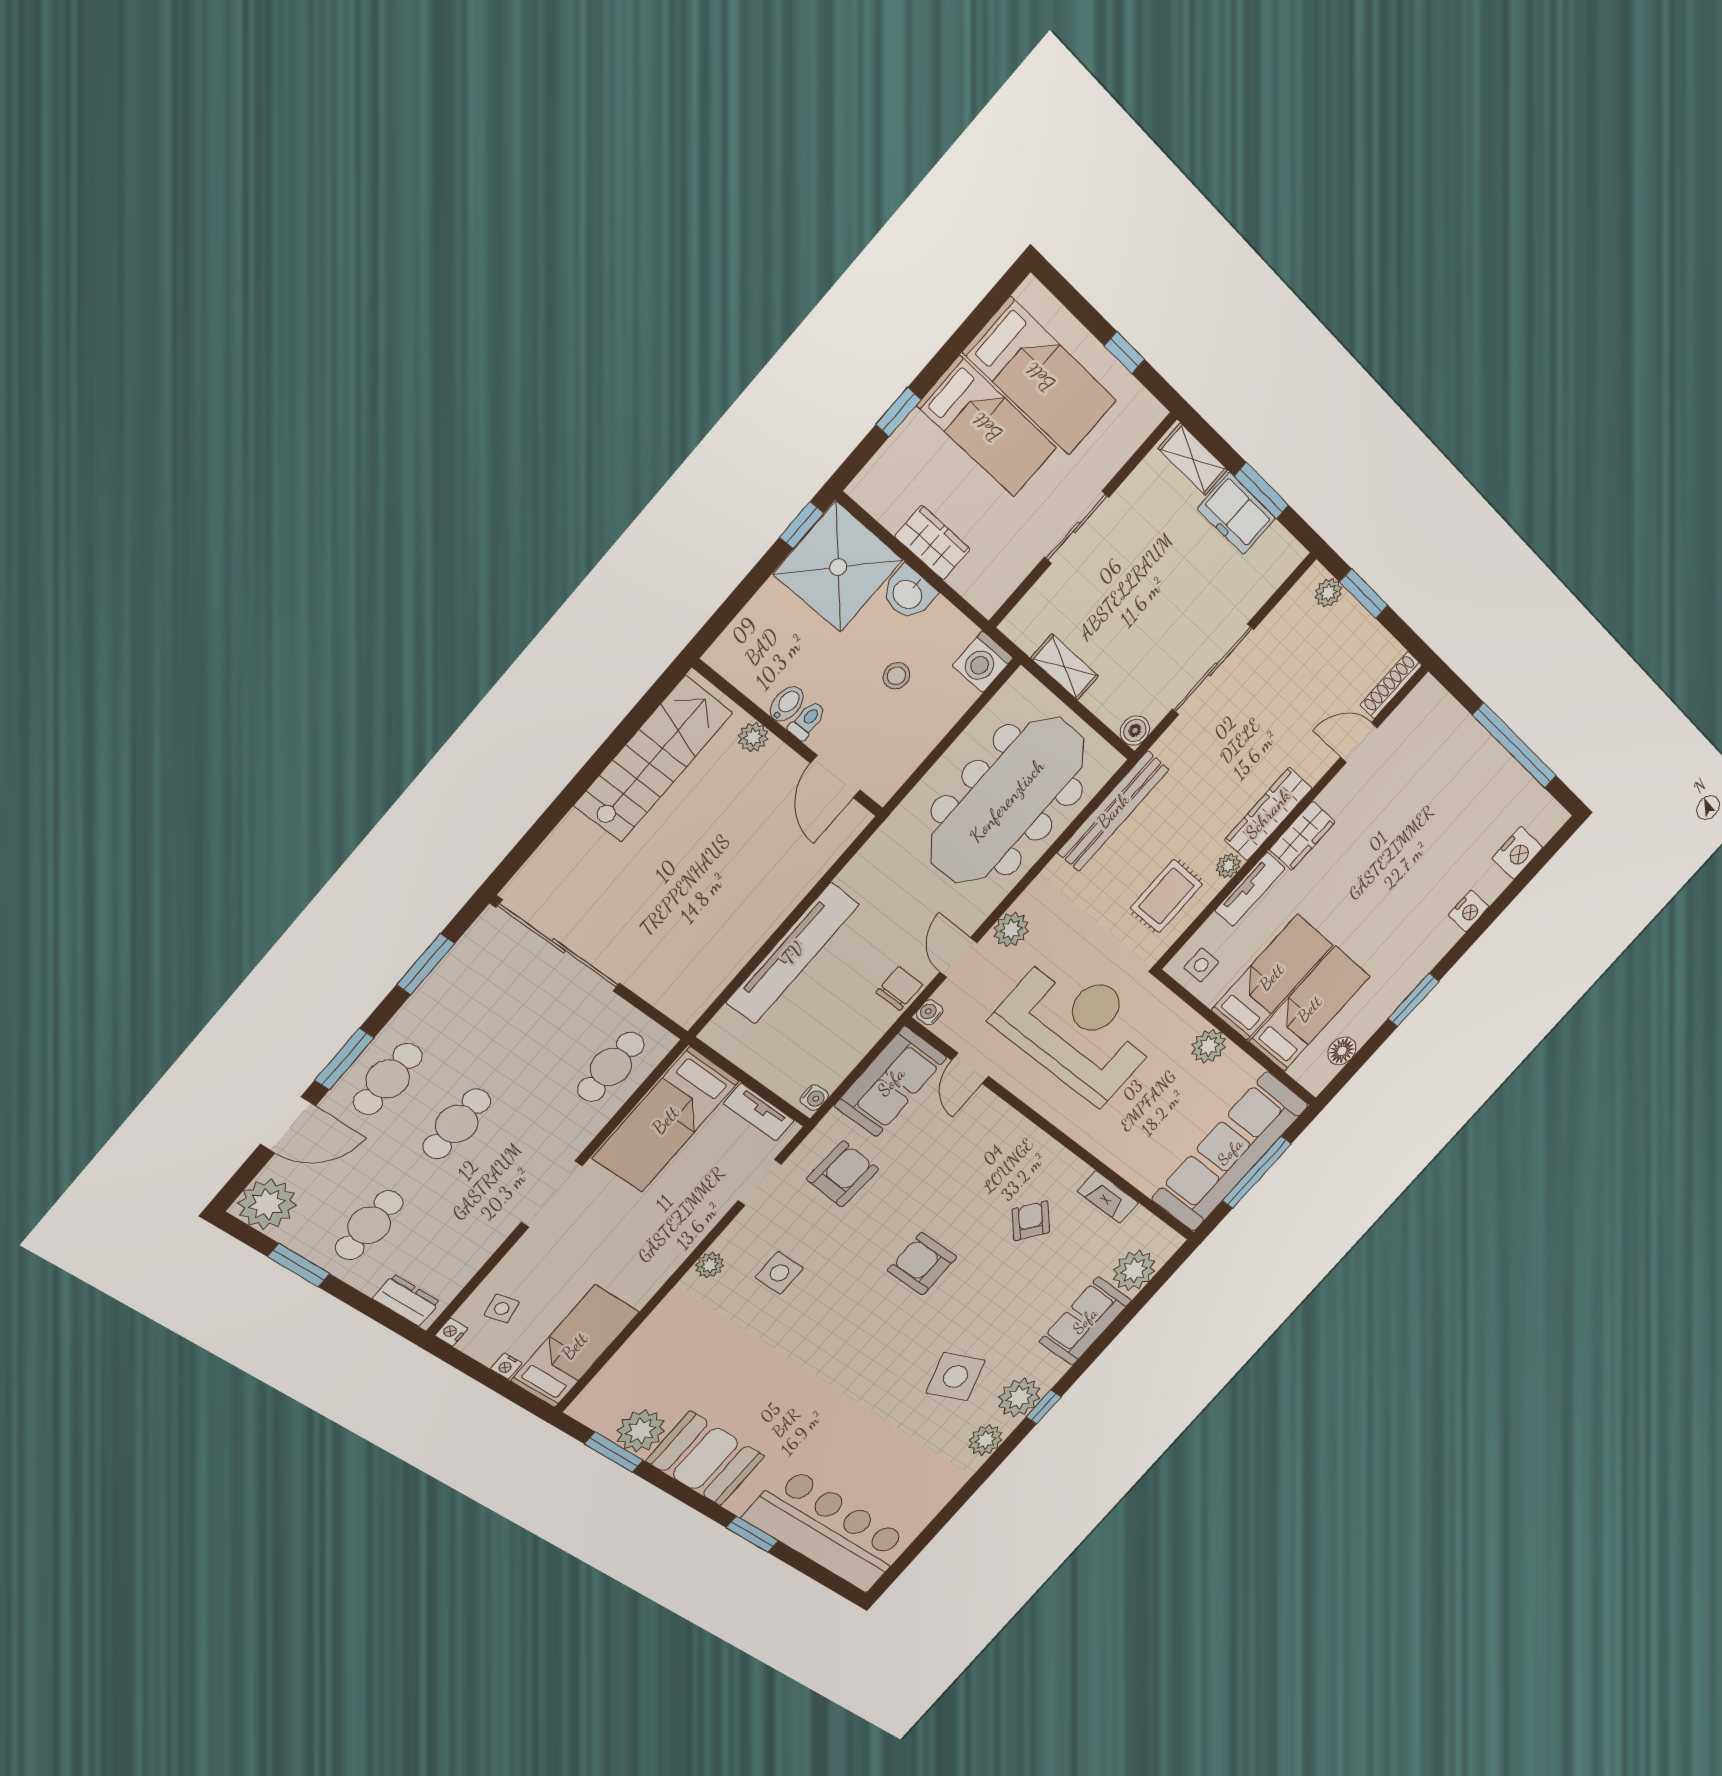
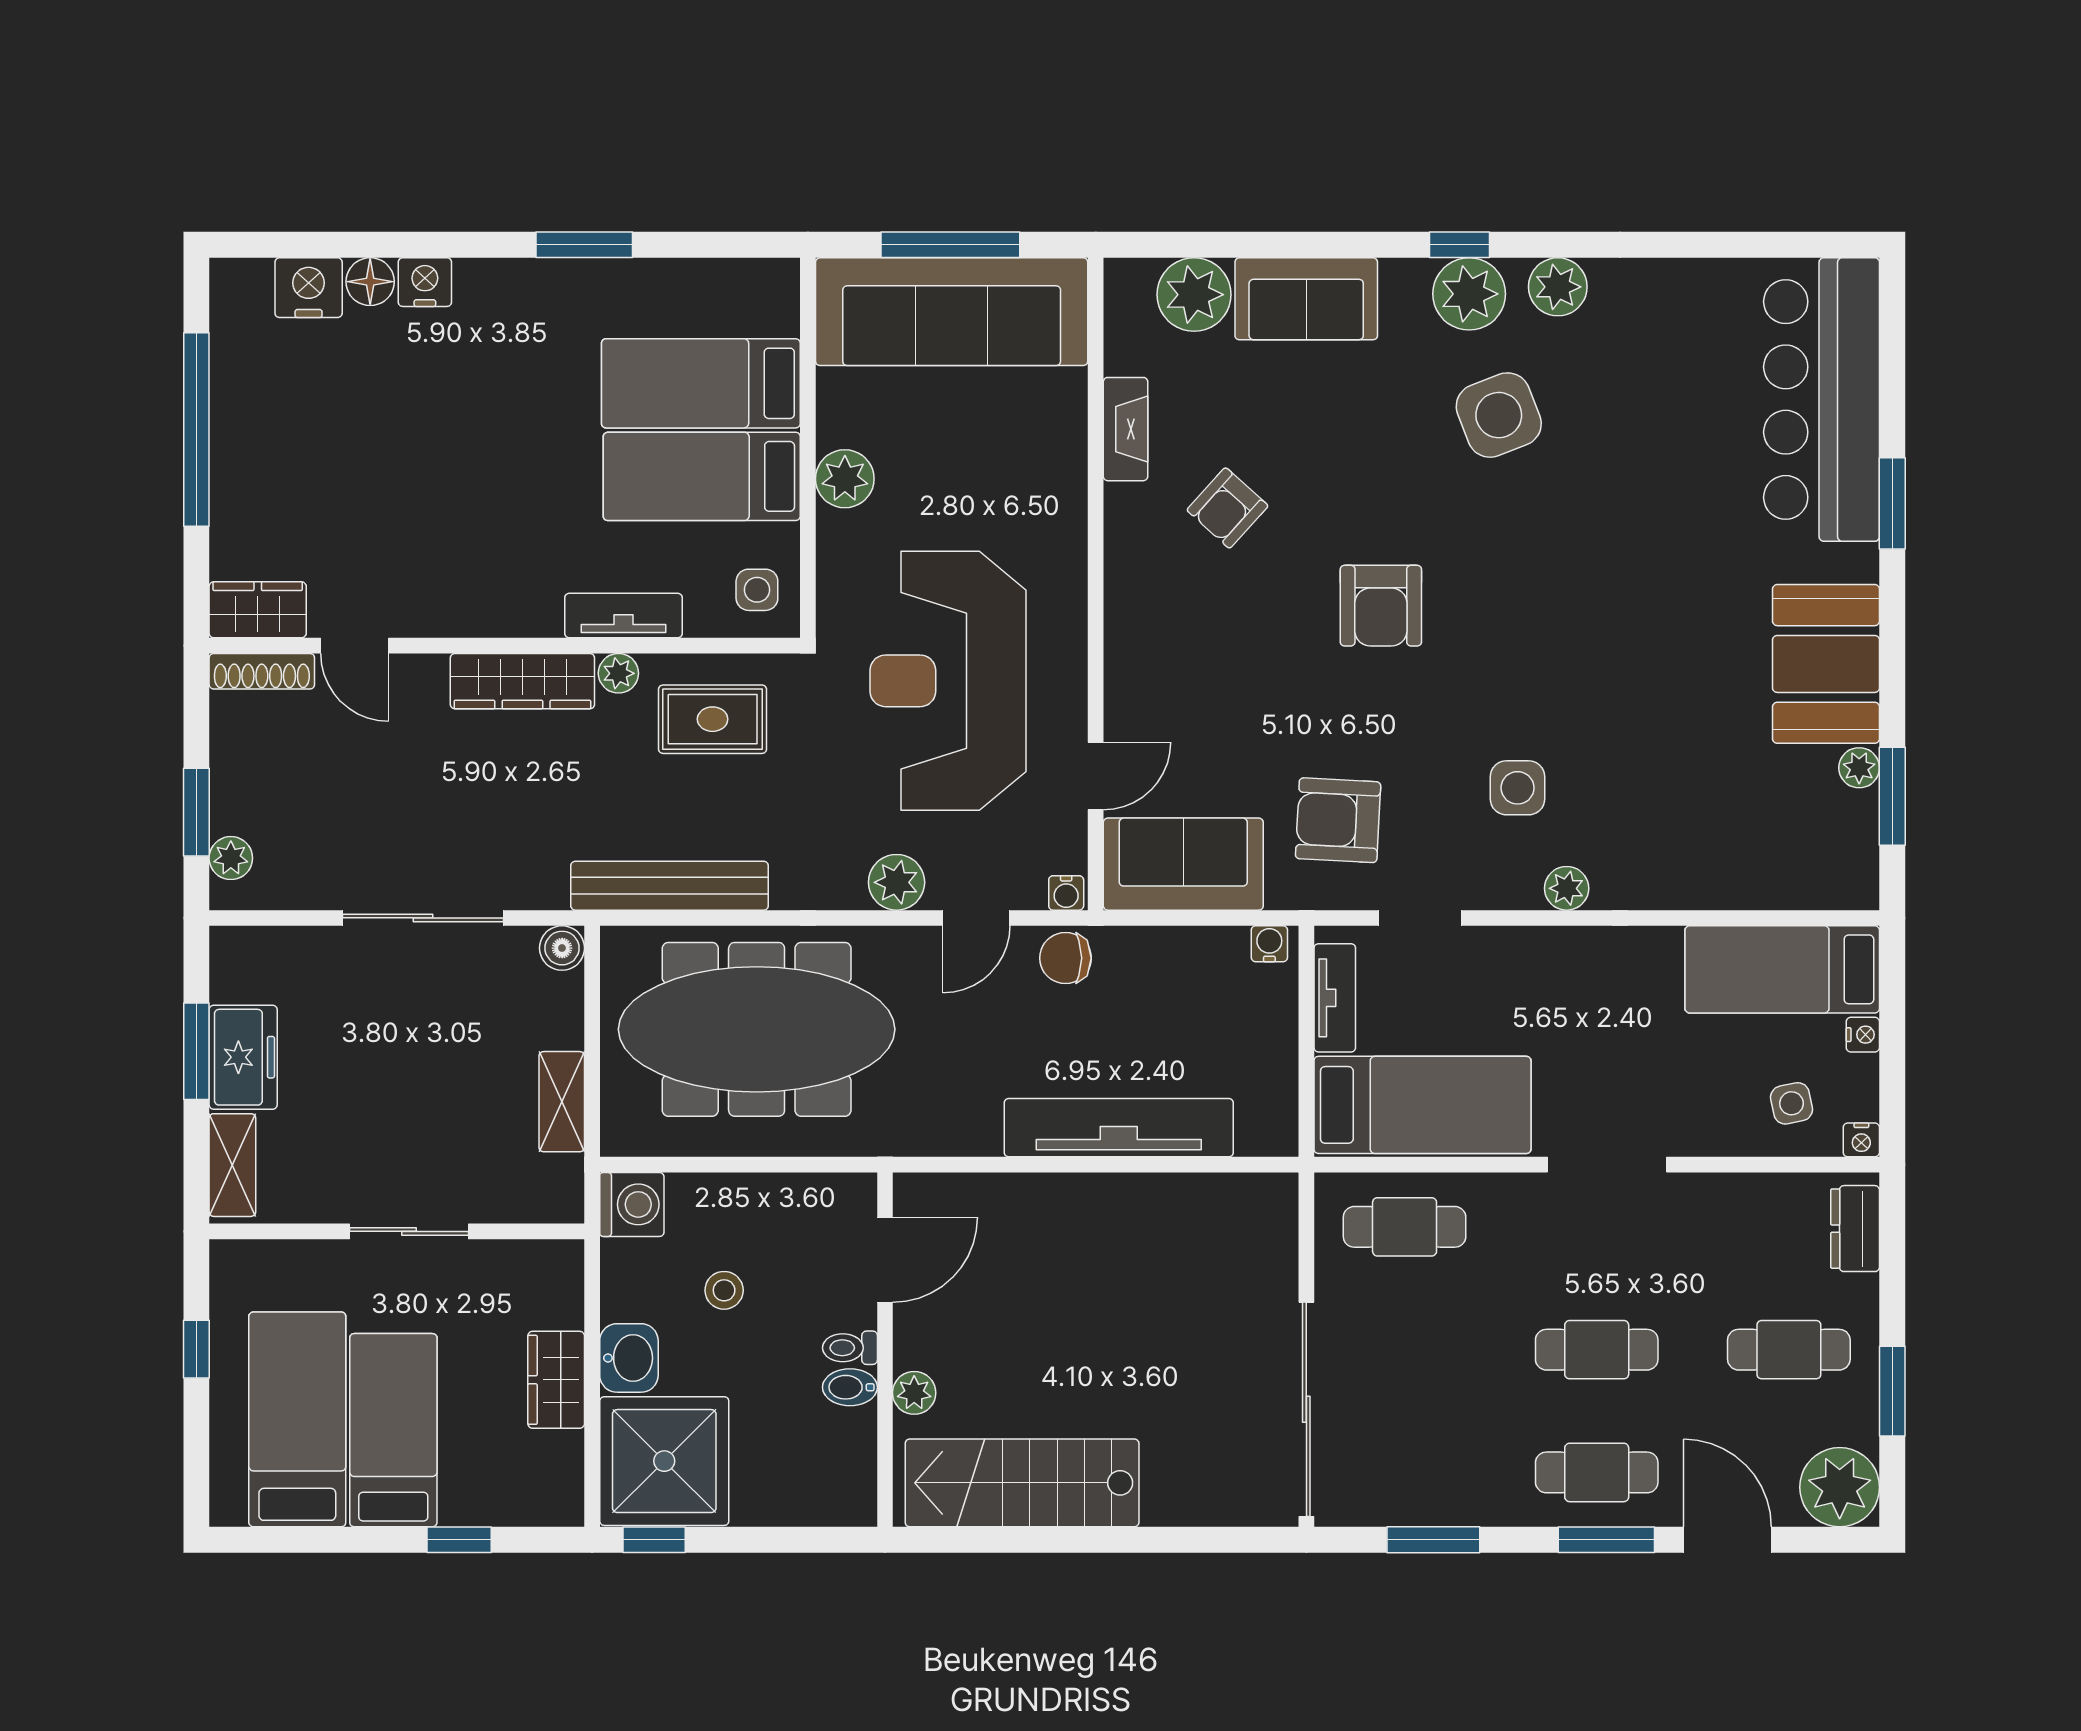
wardrobe: (1302, 836) -> (258, 610), moved
floor lamp: (1342, 1051) -> (370, 282), moved
plant: (641, 1431) -> (1859, 768), width x0.53, depth x0.53

